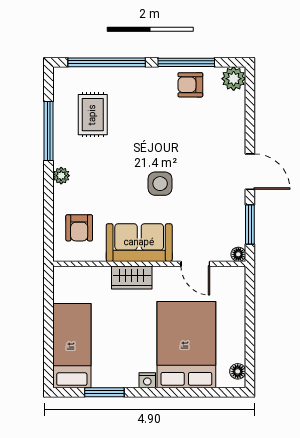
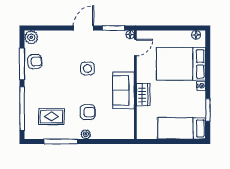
armchair: (190, 85) -> (35, 62), turned -95
side table: (160, 184) -> (87, 68), moved
armchair: (79, 228) -> (88, 112), moved
door: (195, 264) -> (135, 47), moved

